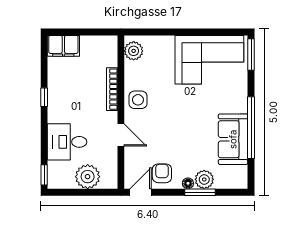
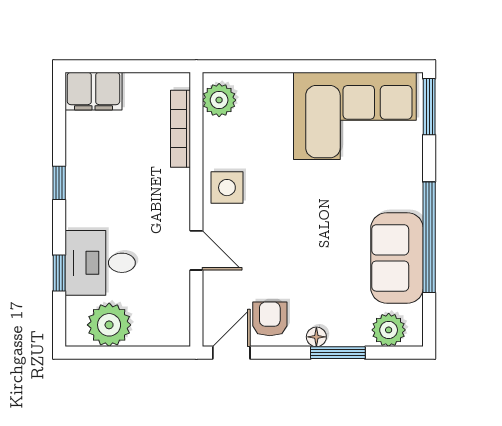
bookcase: (112, 89) -> (181, 129), moved
window: (44, 175) -> (59, 273), moved
plant: (88, 177) -> (109, 325), moved
plant: (204, 179) -> (389, 330), moved

